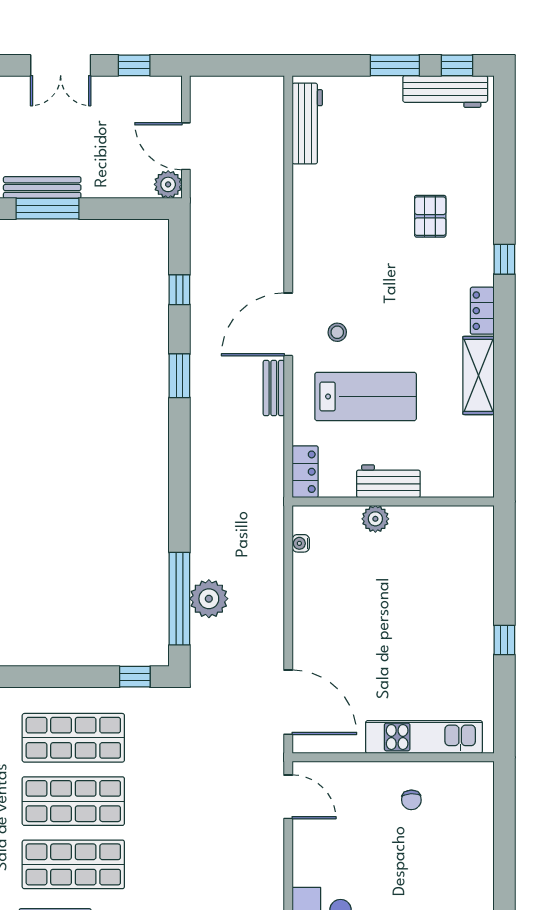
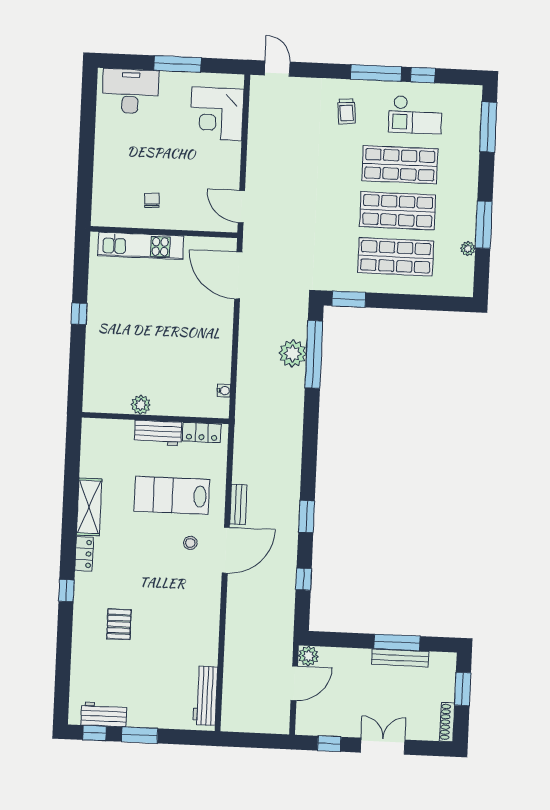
workbench: (445, 91) -> (104, 714), width x0.73
door: (186, 146) -> (294, 683), hinge flipped
locker: (305, 472) -> (202, 432), moved, turned -90
plant: (375, 519) -> (141, 405), moved
window: (135, 677) -> (349, 299), width x1.50

